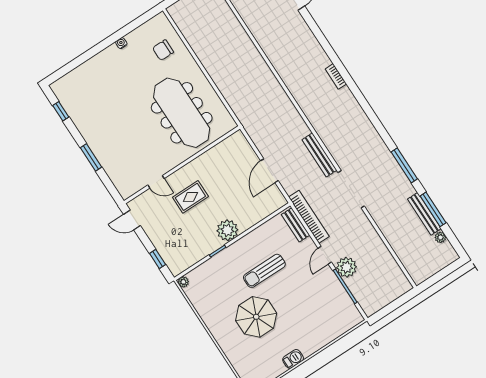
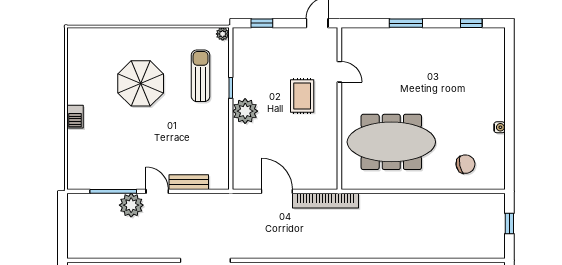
chair: (163, 50) -> (465, 164), turned 79
bench: (319, 155) -> (260, 251), removed
door: (156, 182) -> (339, 72), swing flipped
bookcase: (309, 217) -> (326, 201), moved
bench: (296, 225) -> (189, 182), moved
sun lounger: (264, 271) -> (201, 76), moved
barbecue: (293, 359) -> (75, 117), moved

